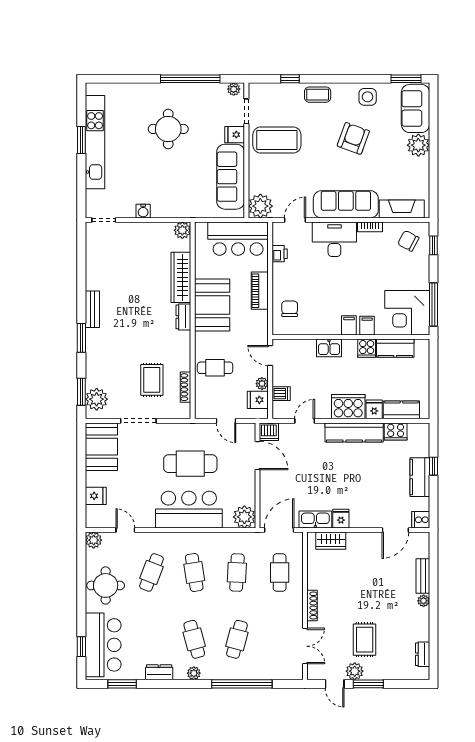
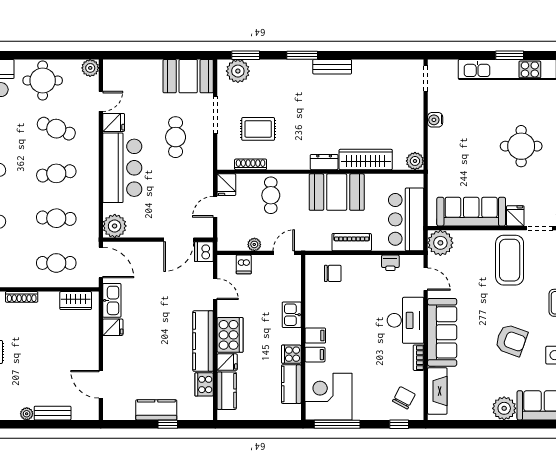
fridge: (258, 400) -> (226, 185), moved, turned 180
cafe table: (190, 464) -> (176, 137), moved, width x0.73, depth x0.74
fridge: (96, 496) -> (114, 122), moved, turned -90
cooker: (421, 520) -> (112, 411), removed
wardrobe: (331, 541) -> (76, 301), moved, turned -90

